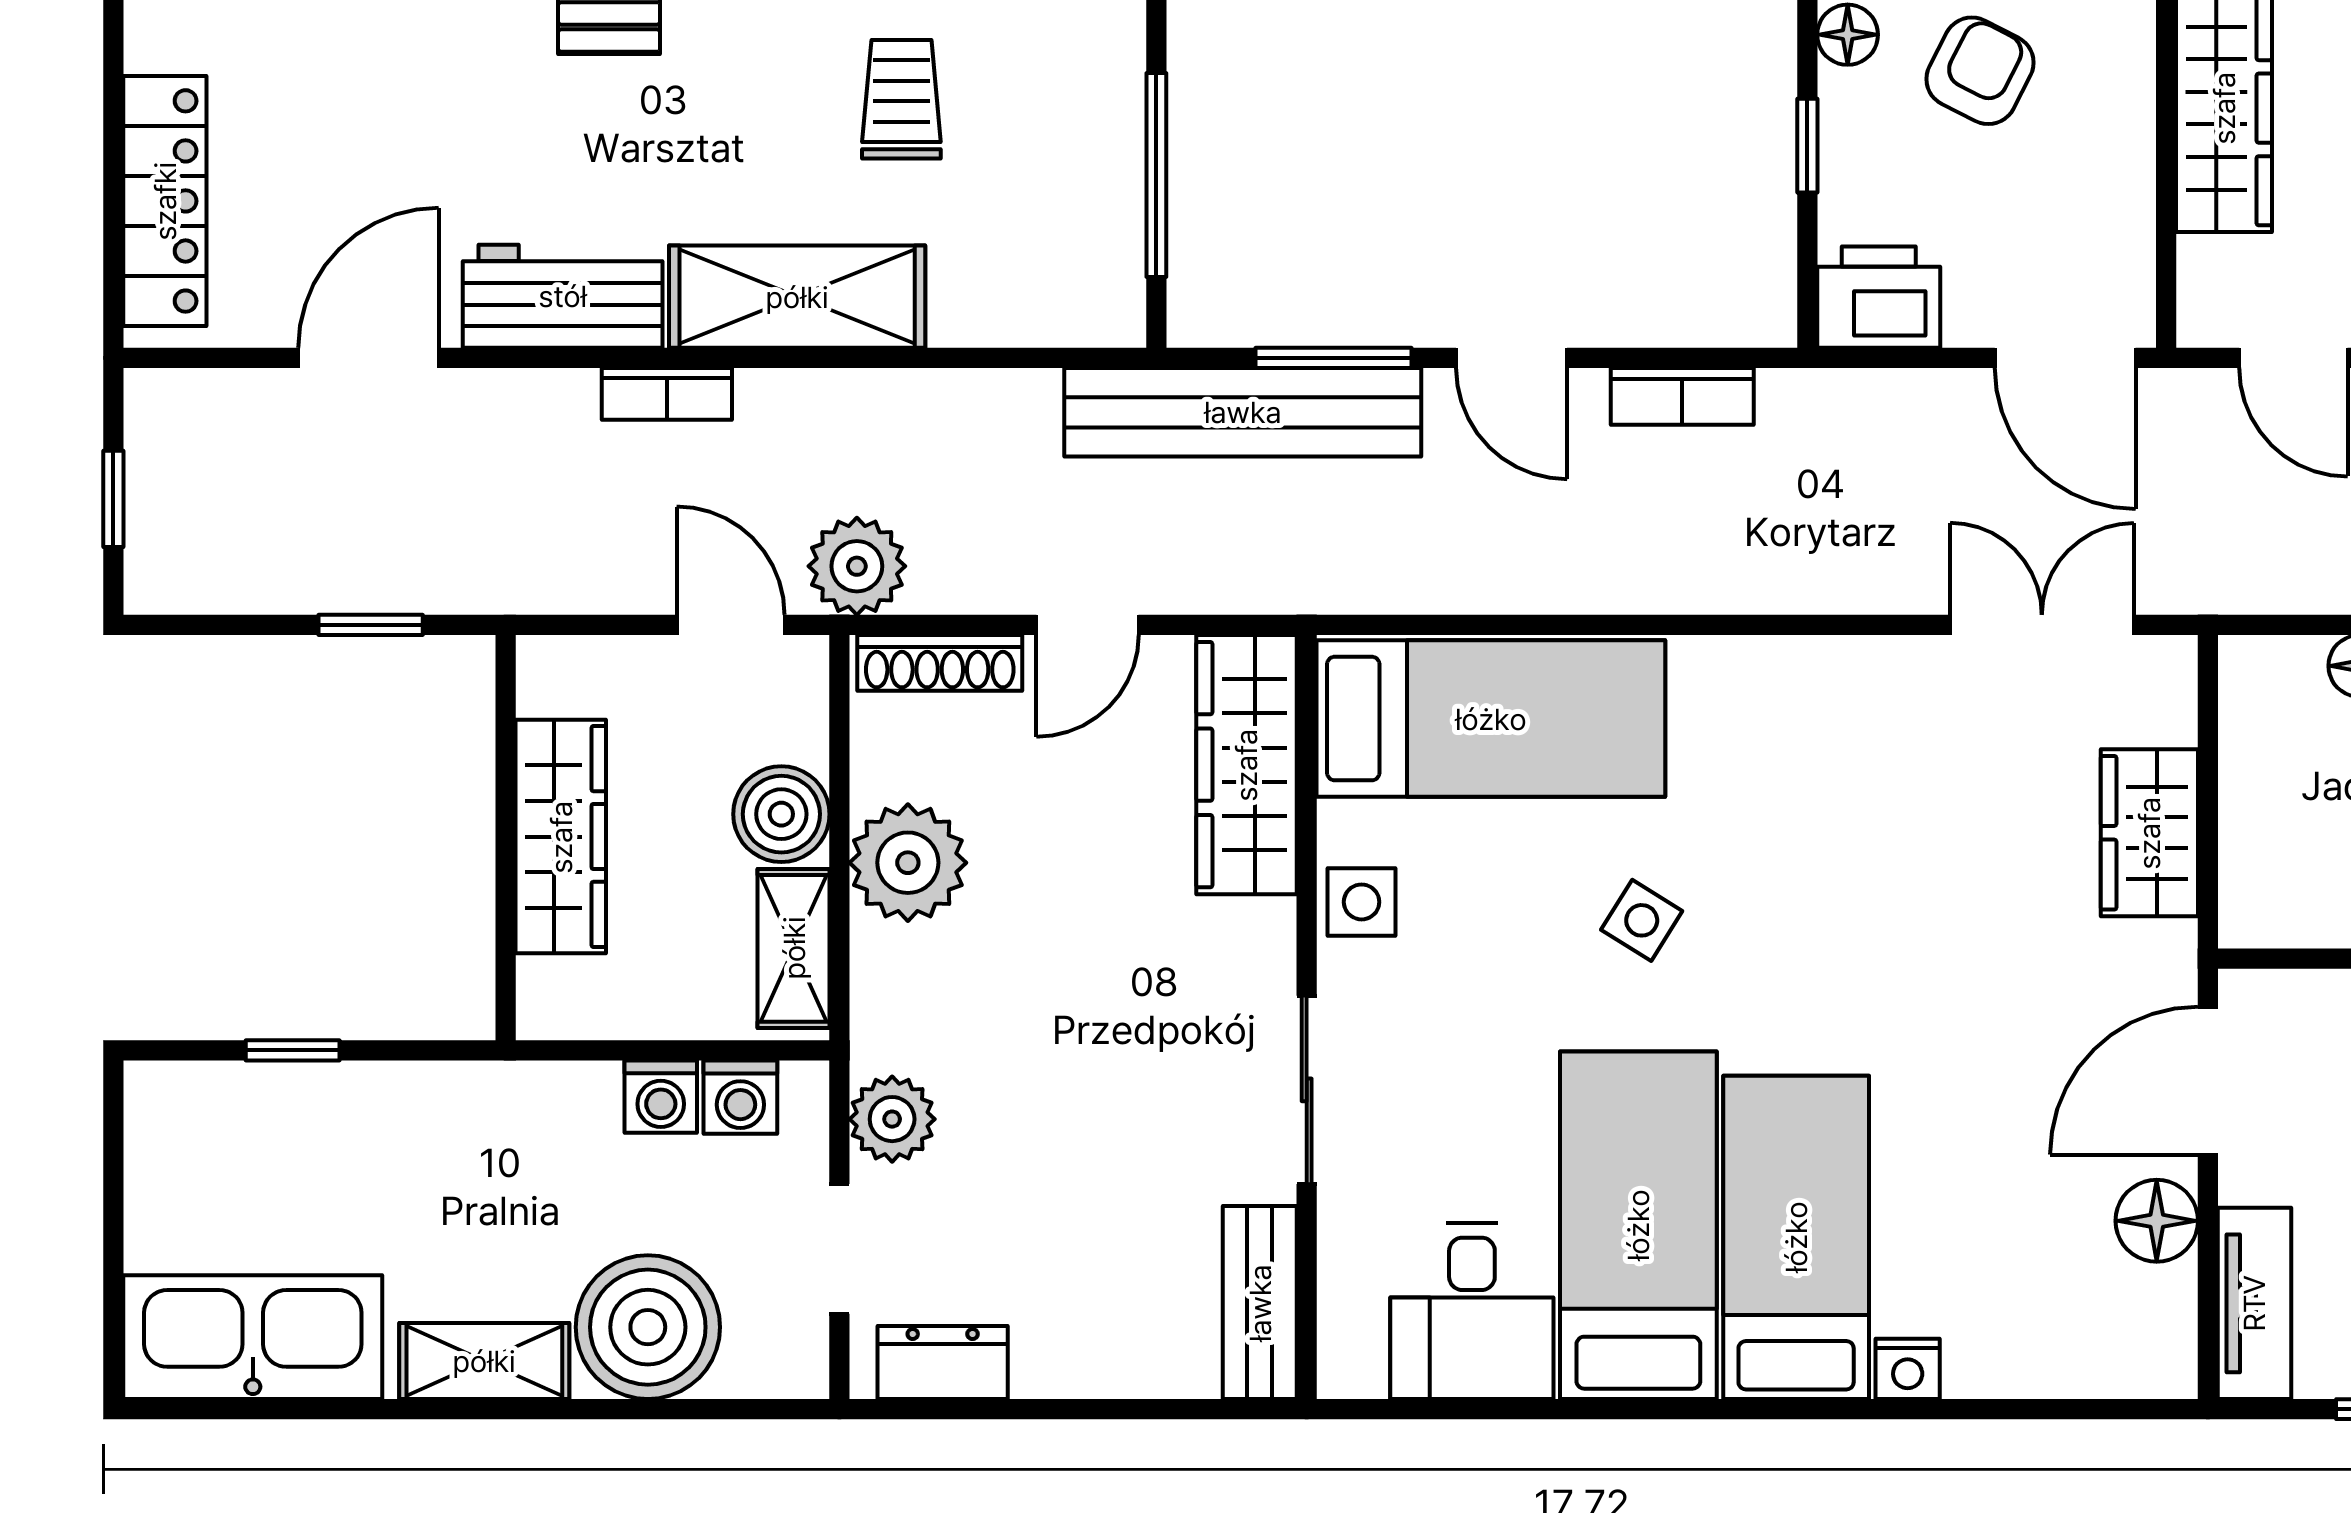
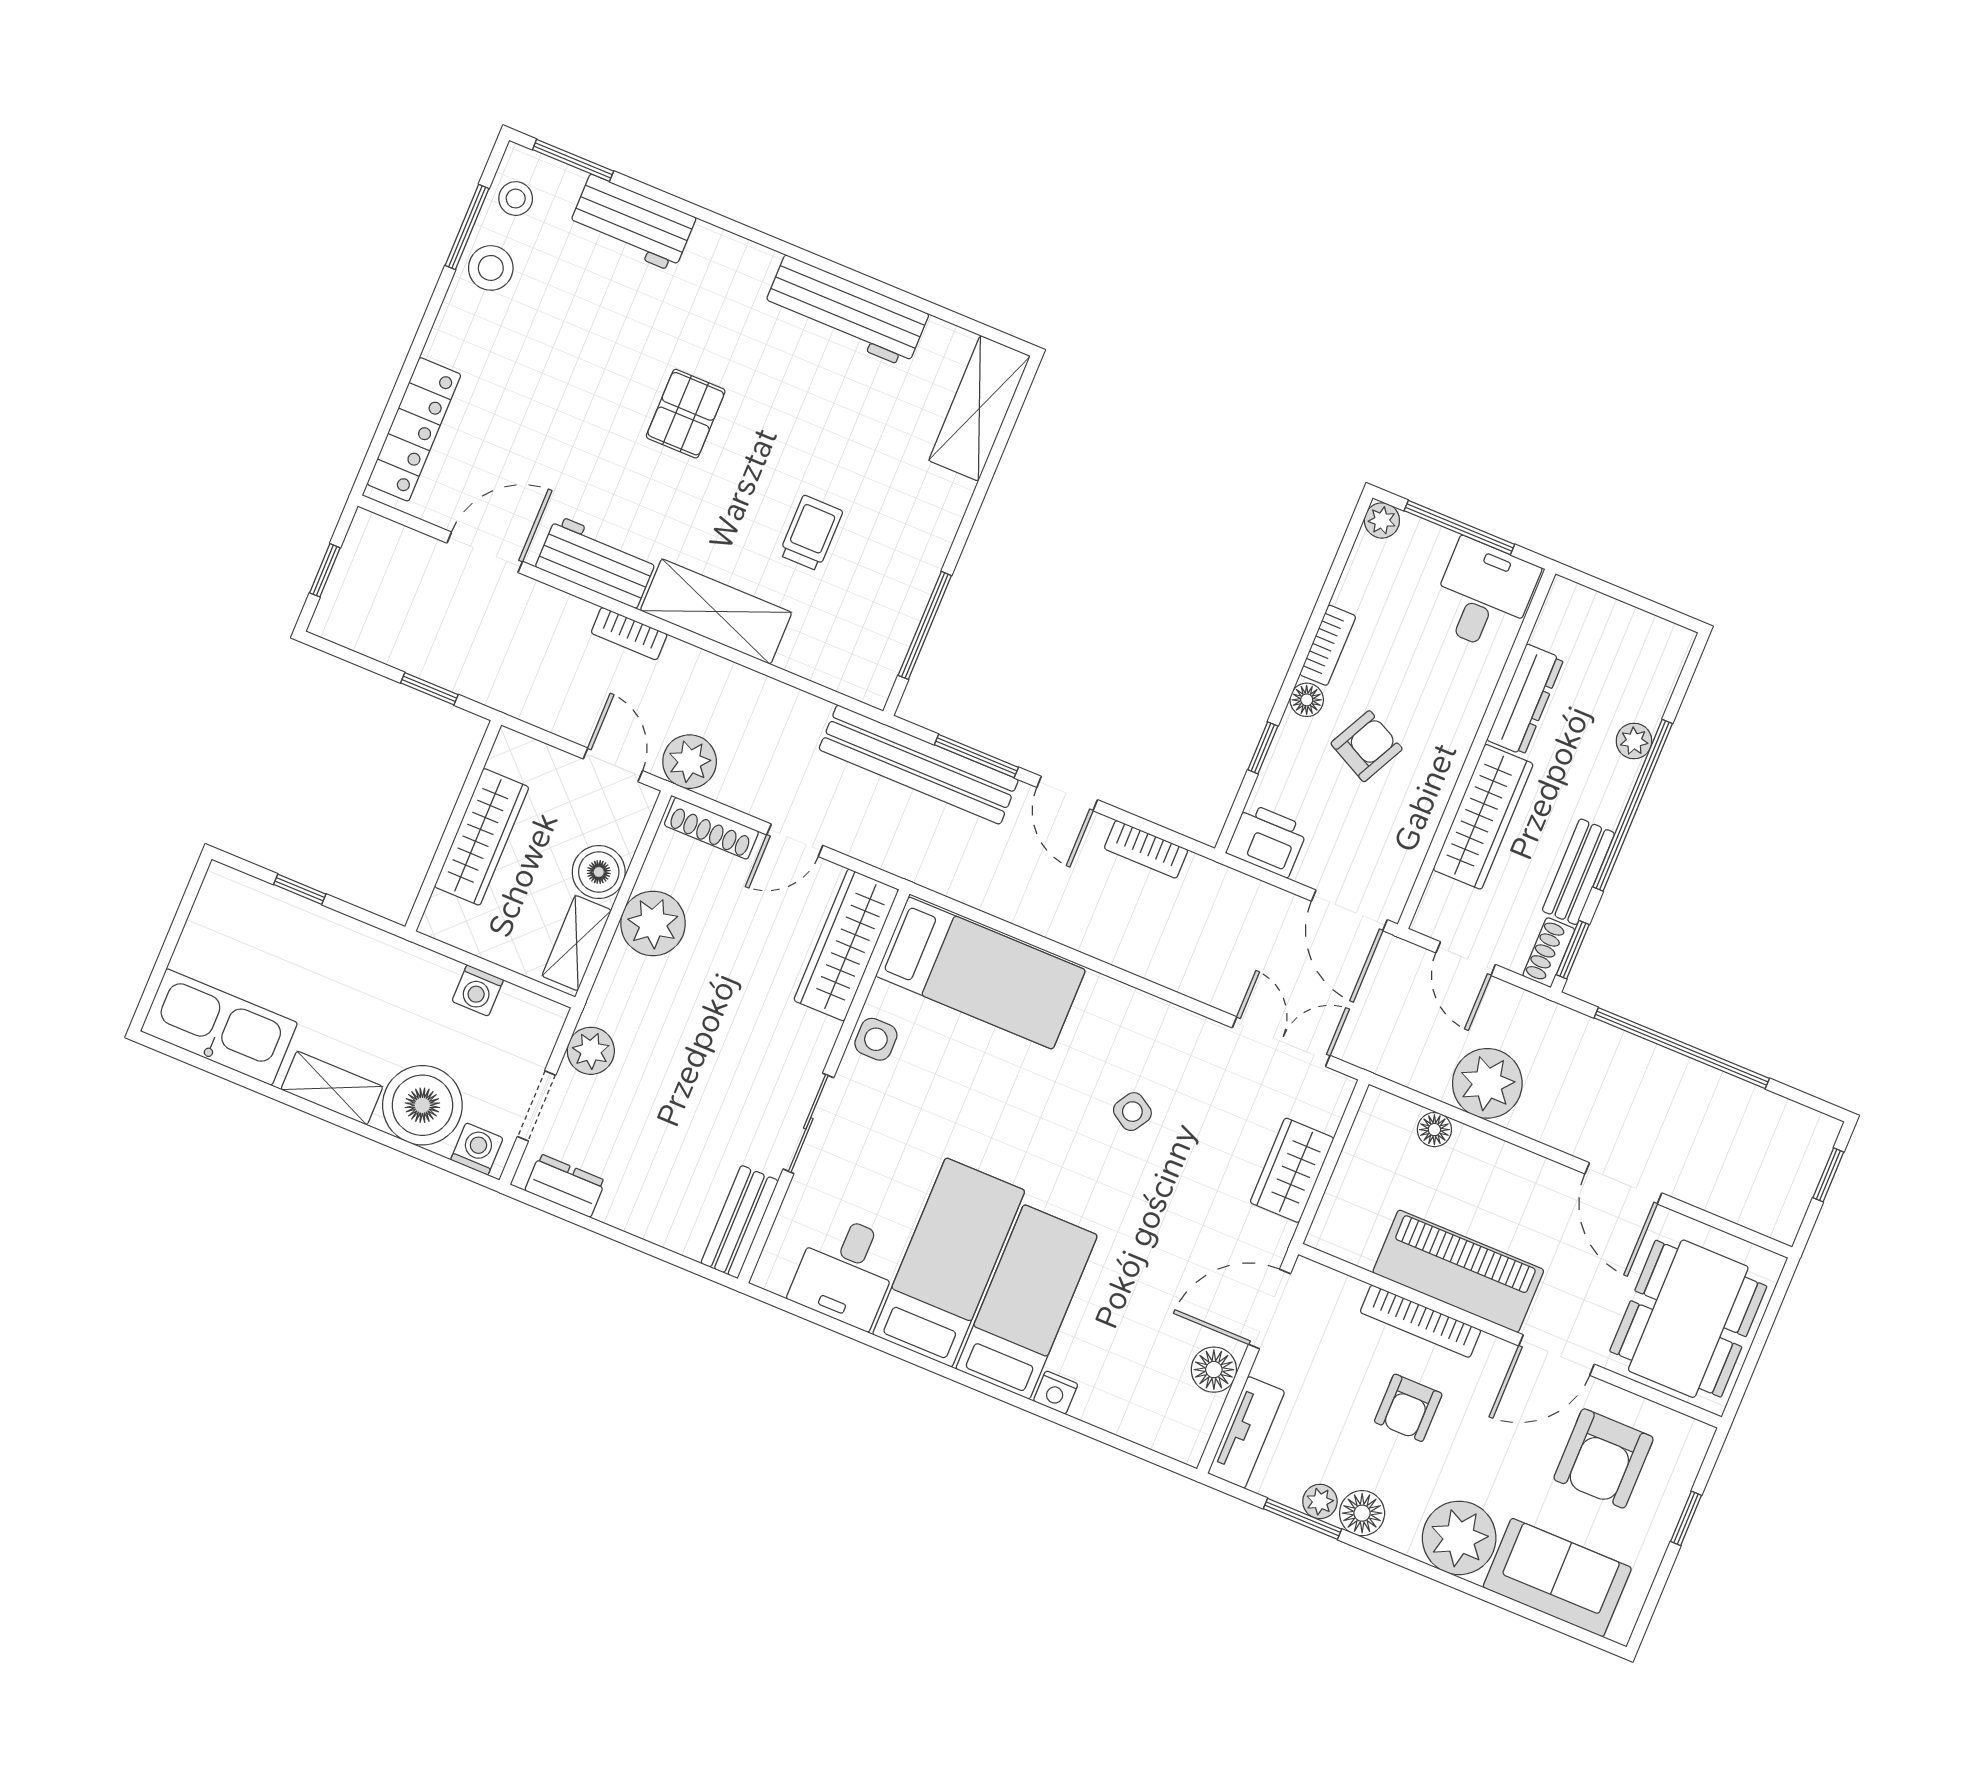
side table: (1642, 920) -> (1132, 1112), moved
washing machine: (740, 1097) -> (477, 1149), moved, turned 180

